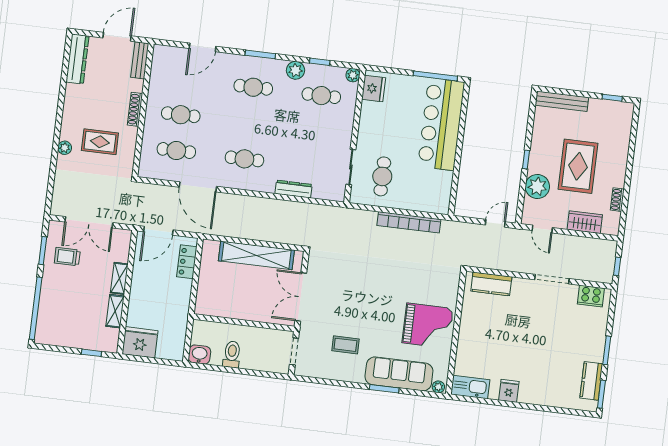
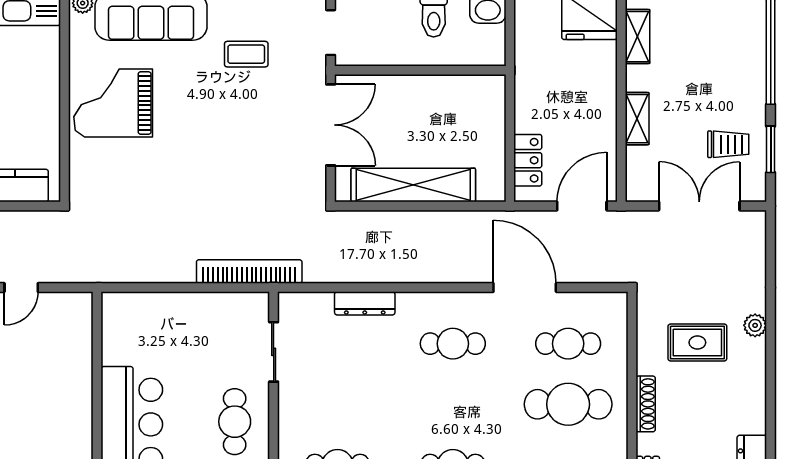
cafe table: (181, 115) -> (568, 404), width x1.37, depth x1.35
cafe table: (382, 176) -> (235, 422), moved
bookcase: (409, 222) -> (249, 271), moved
shelving: (115, 311) -> (637, 37), moved

